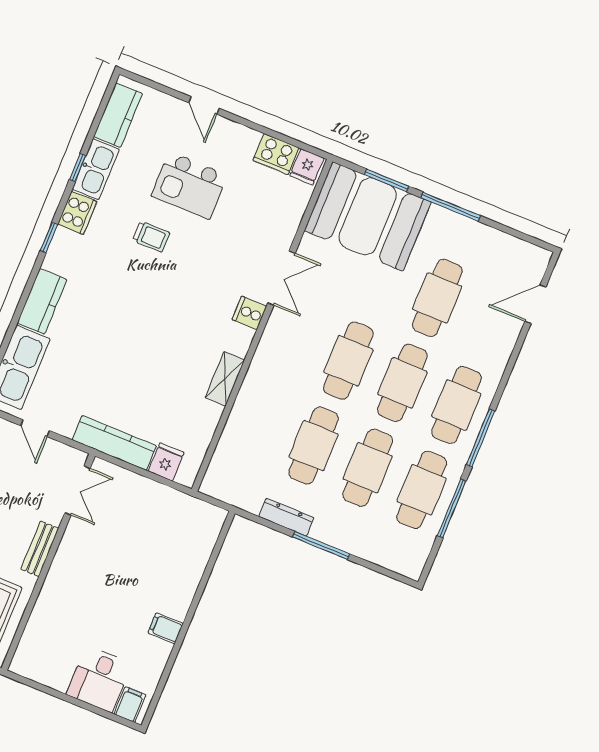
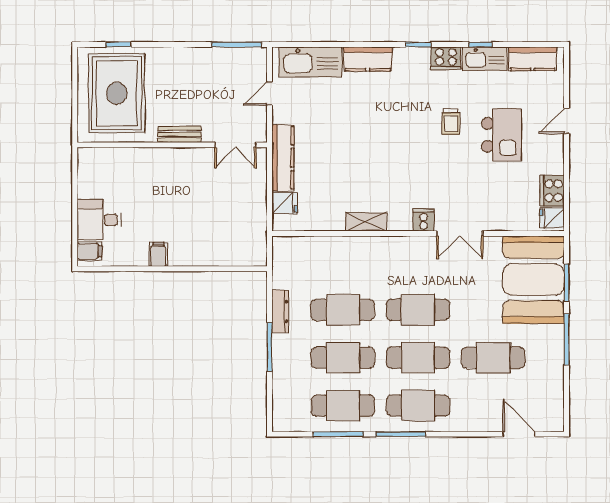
kitchen island: (189, 185) -> (501, 135), turned 180

